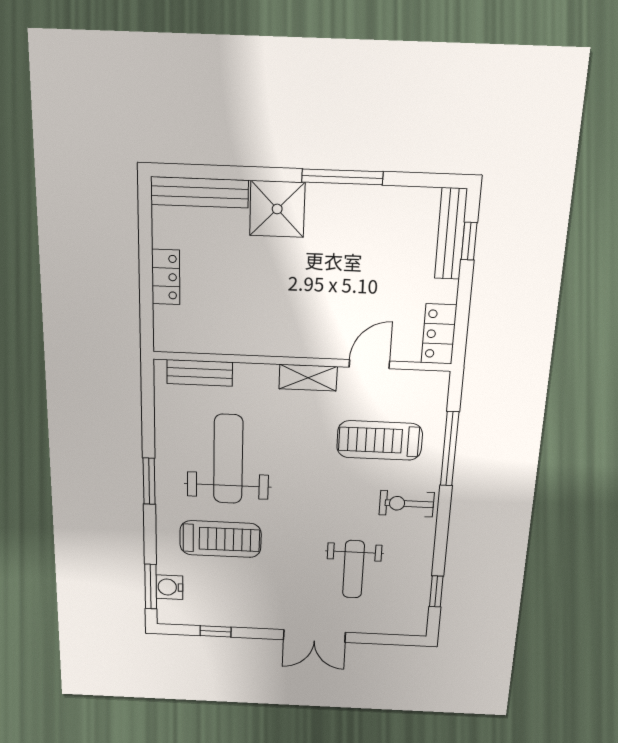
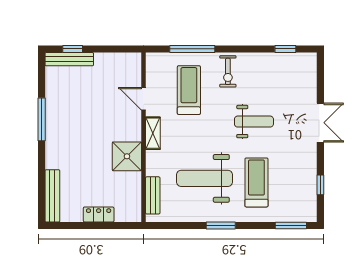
shower: (277, 209) -> (127, 156), moved
locker: (439, 334) -> (125, 61), removed
treadmill: (380, 440) -> (189, 90), turned 180
weight bench: (353, 569) -> (254, 122), moved
water cooler: (169, 587) -> (291, 214), removed

